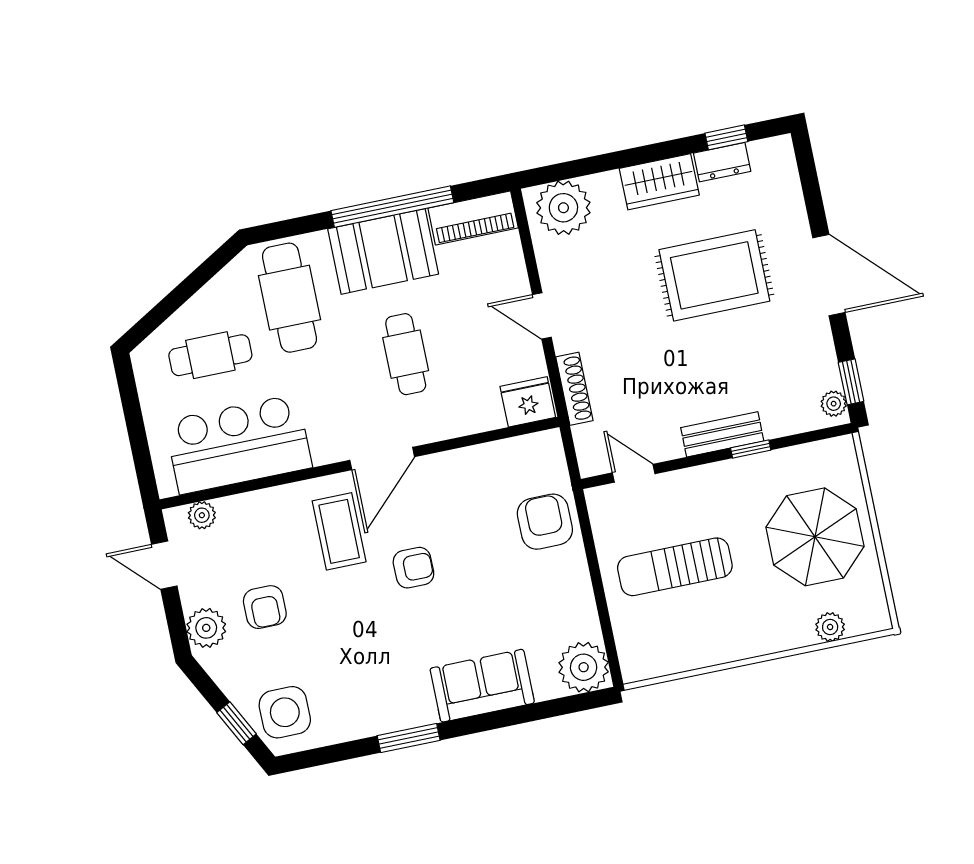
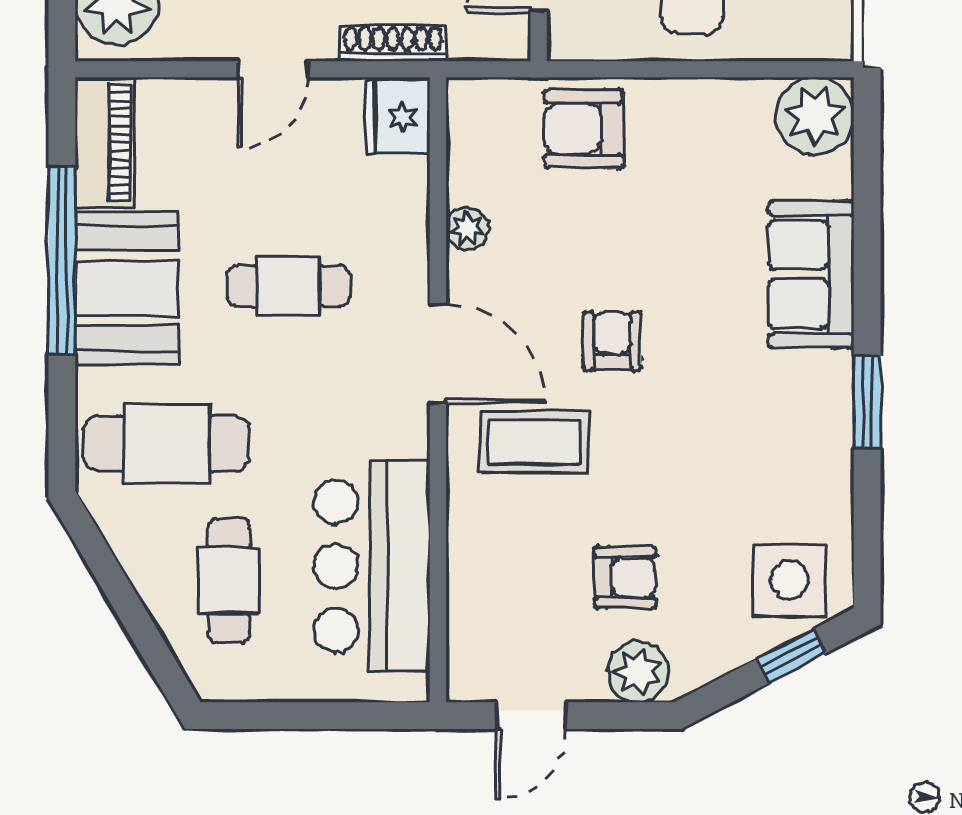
plant: (202, 515) -> (467, 229), moved

